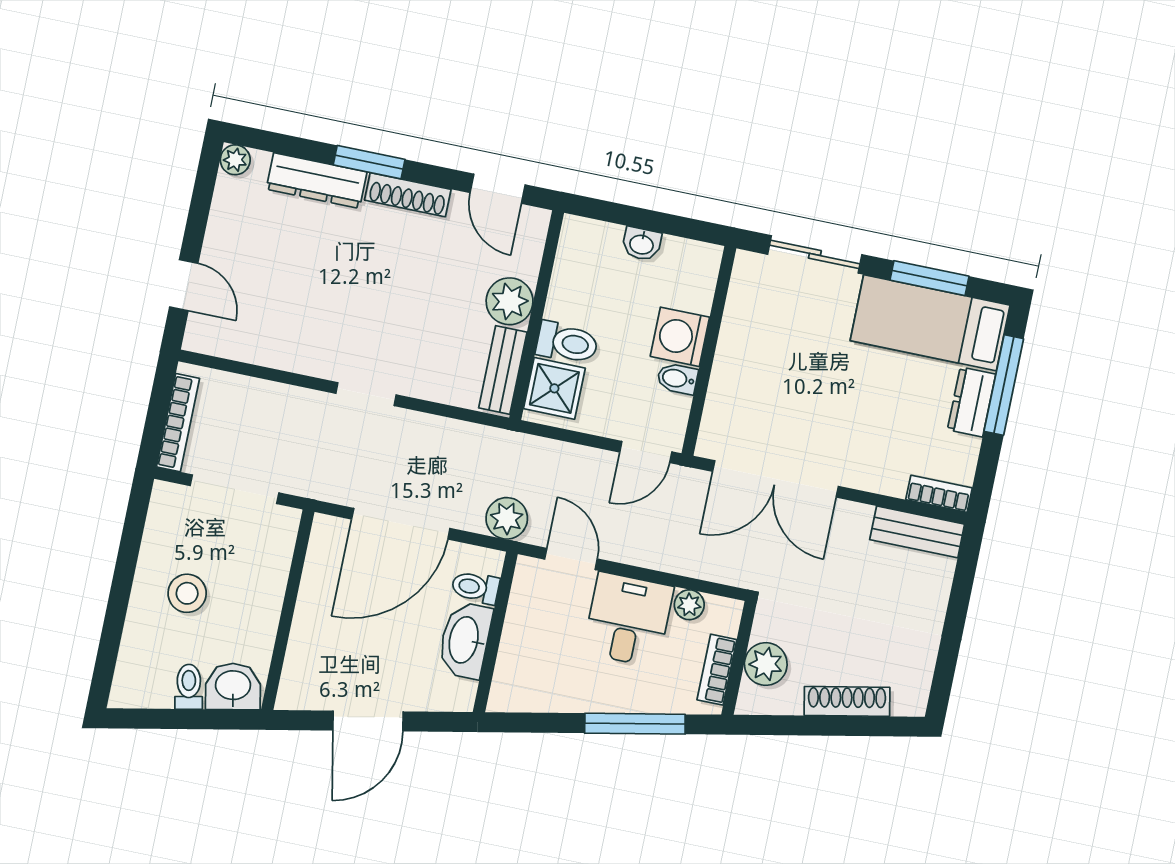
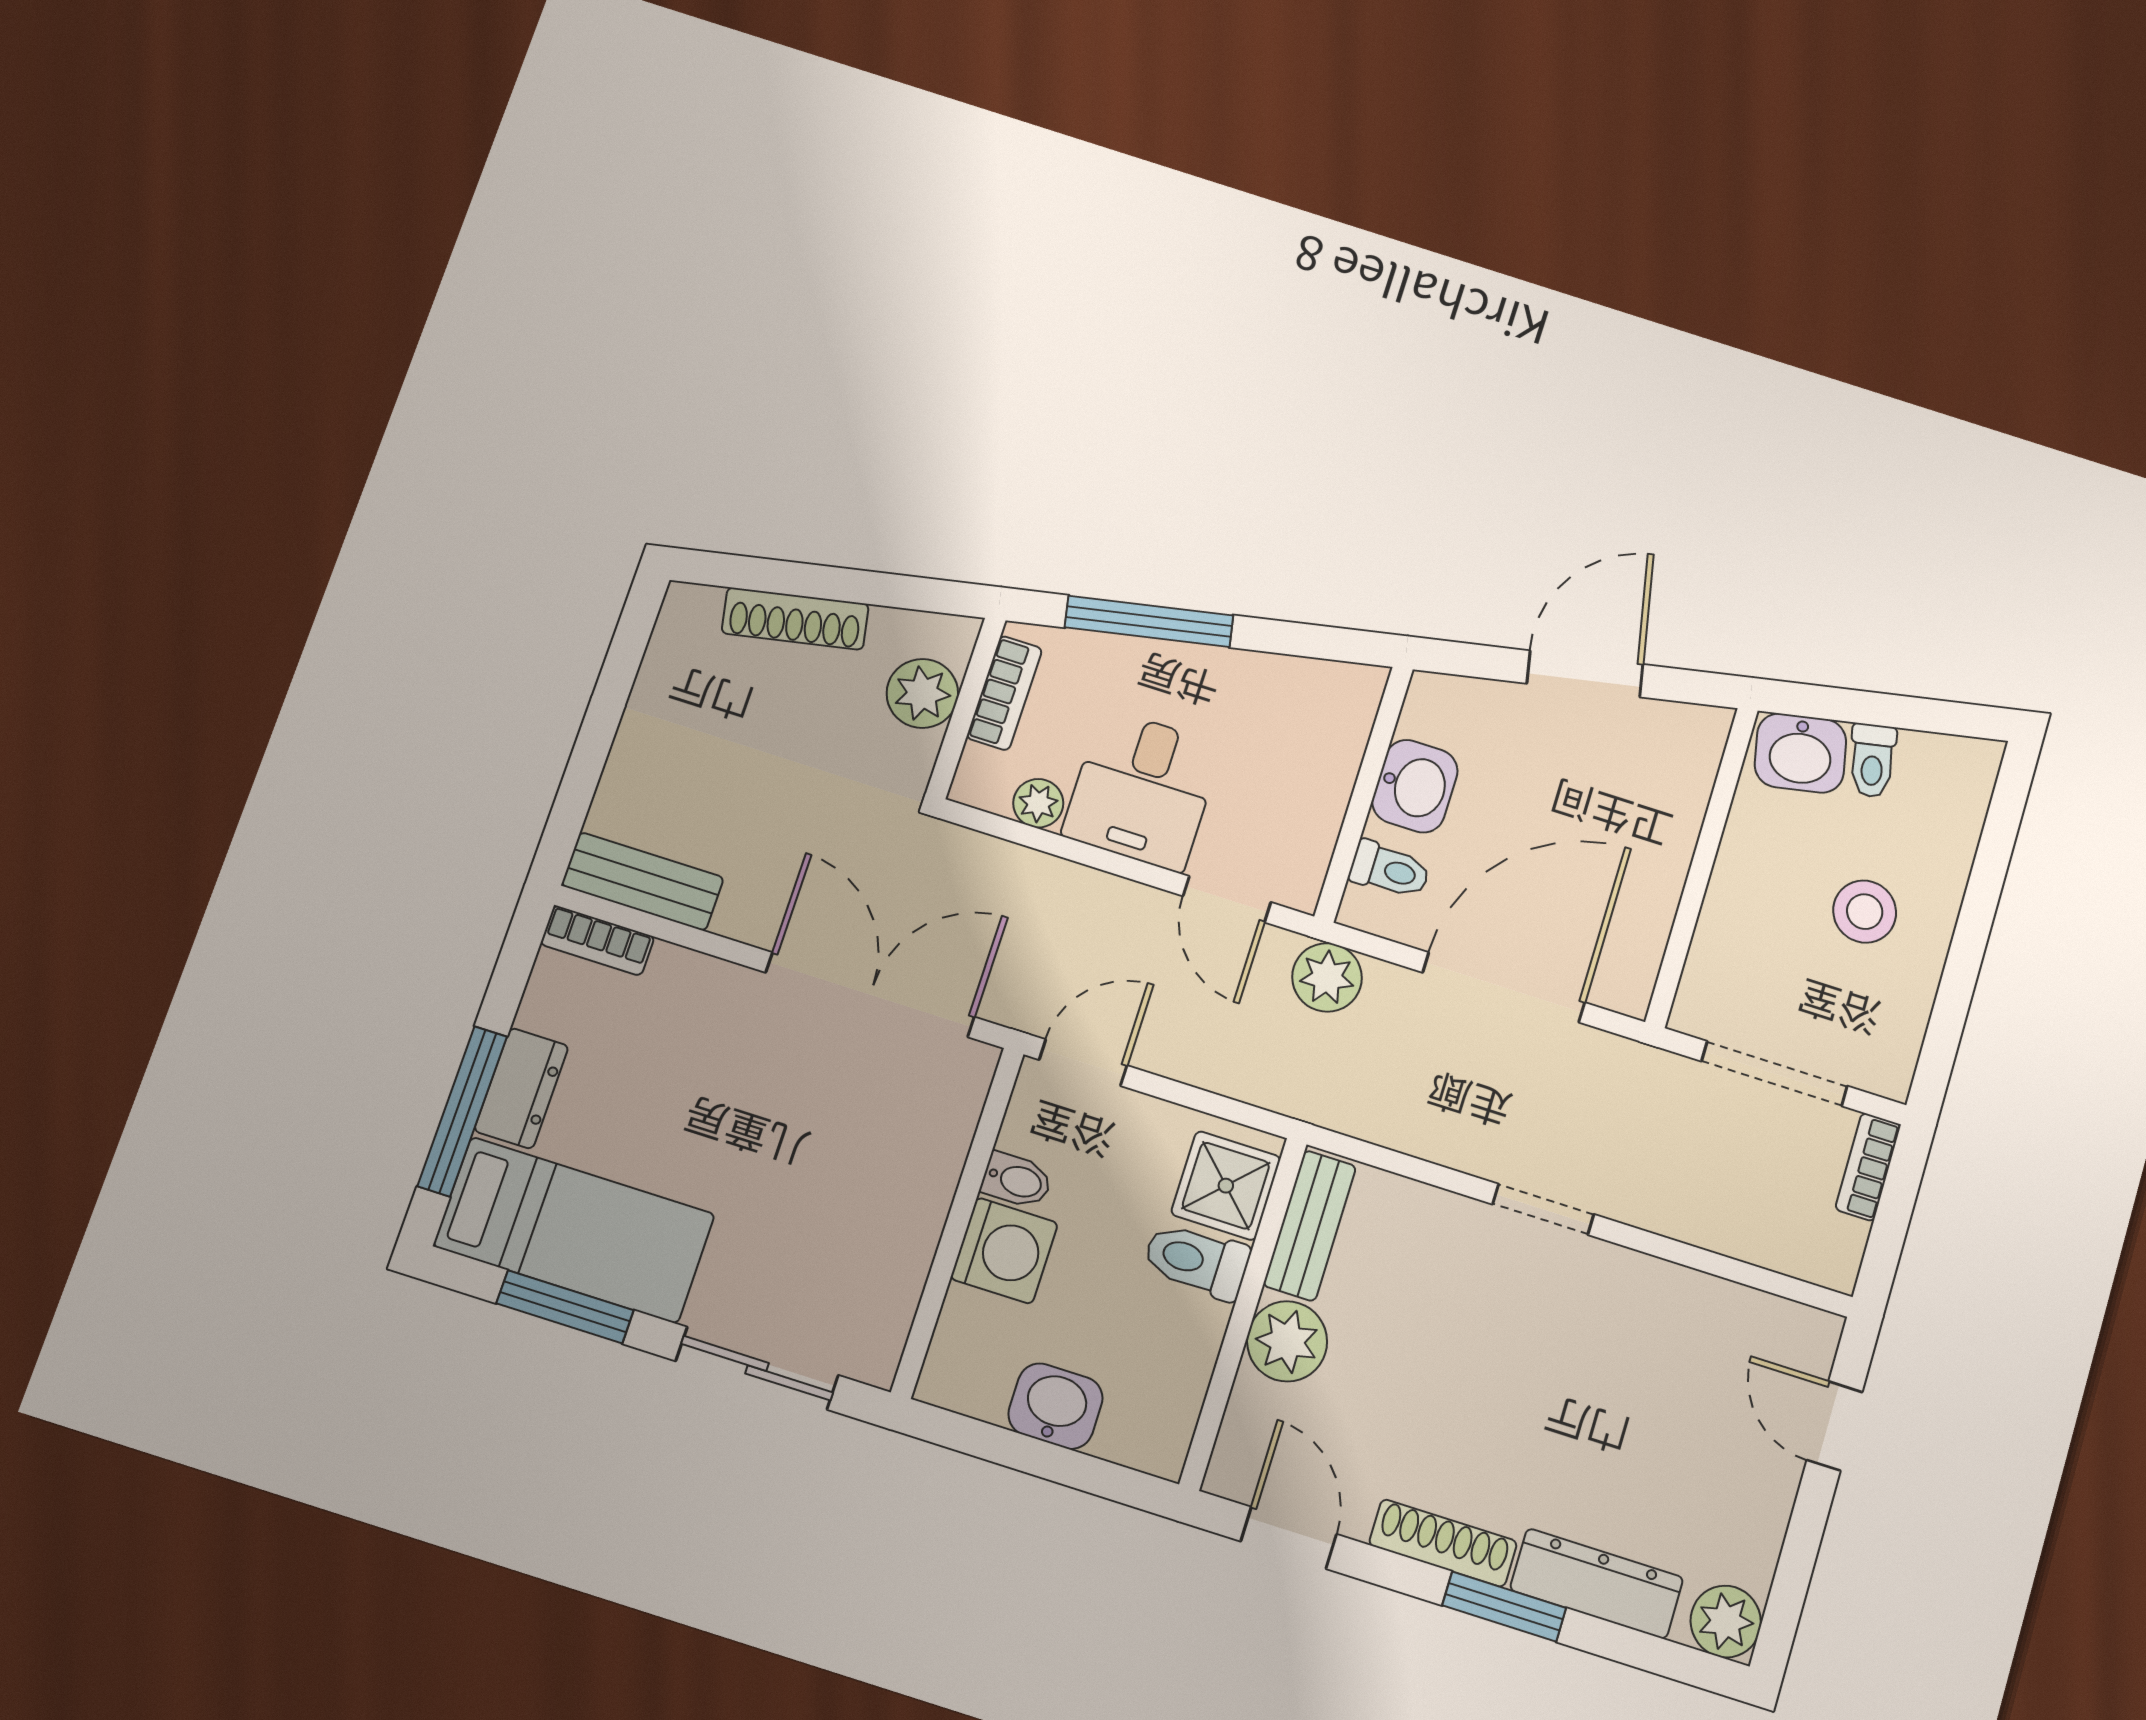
plant: (235, 160) -> (1726, 1621), width x1.38, depth x1.38
washbasin: (642, 244) -> (1055, 1406), width x1.38, depth x1.45
bookcase: (178, 423) -> (1868, 1167), width x0.64
washbasin: (465, 640) -> (1415, 786), width x0.72

